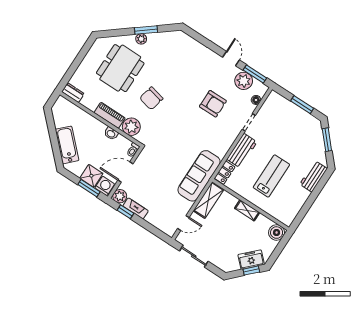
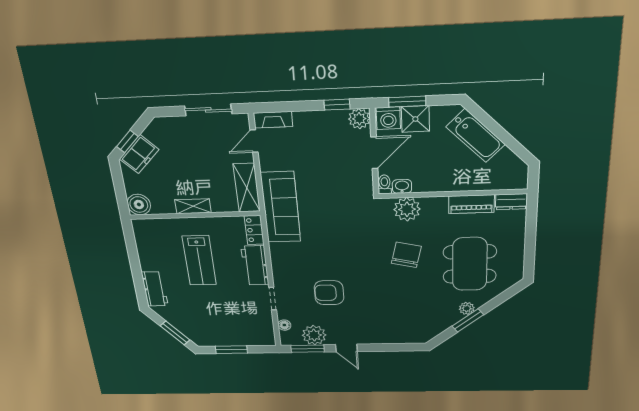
piano: (110, 115) -> (471, 204), moved
washbasin: (111, 134) -> (402, 186), moved
fireplace: (136, 208) -> (273, 120), moved

